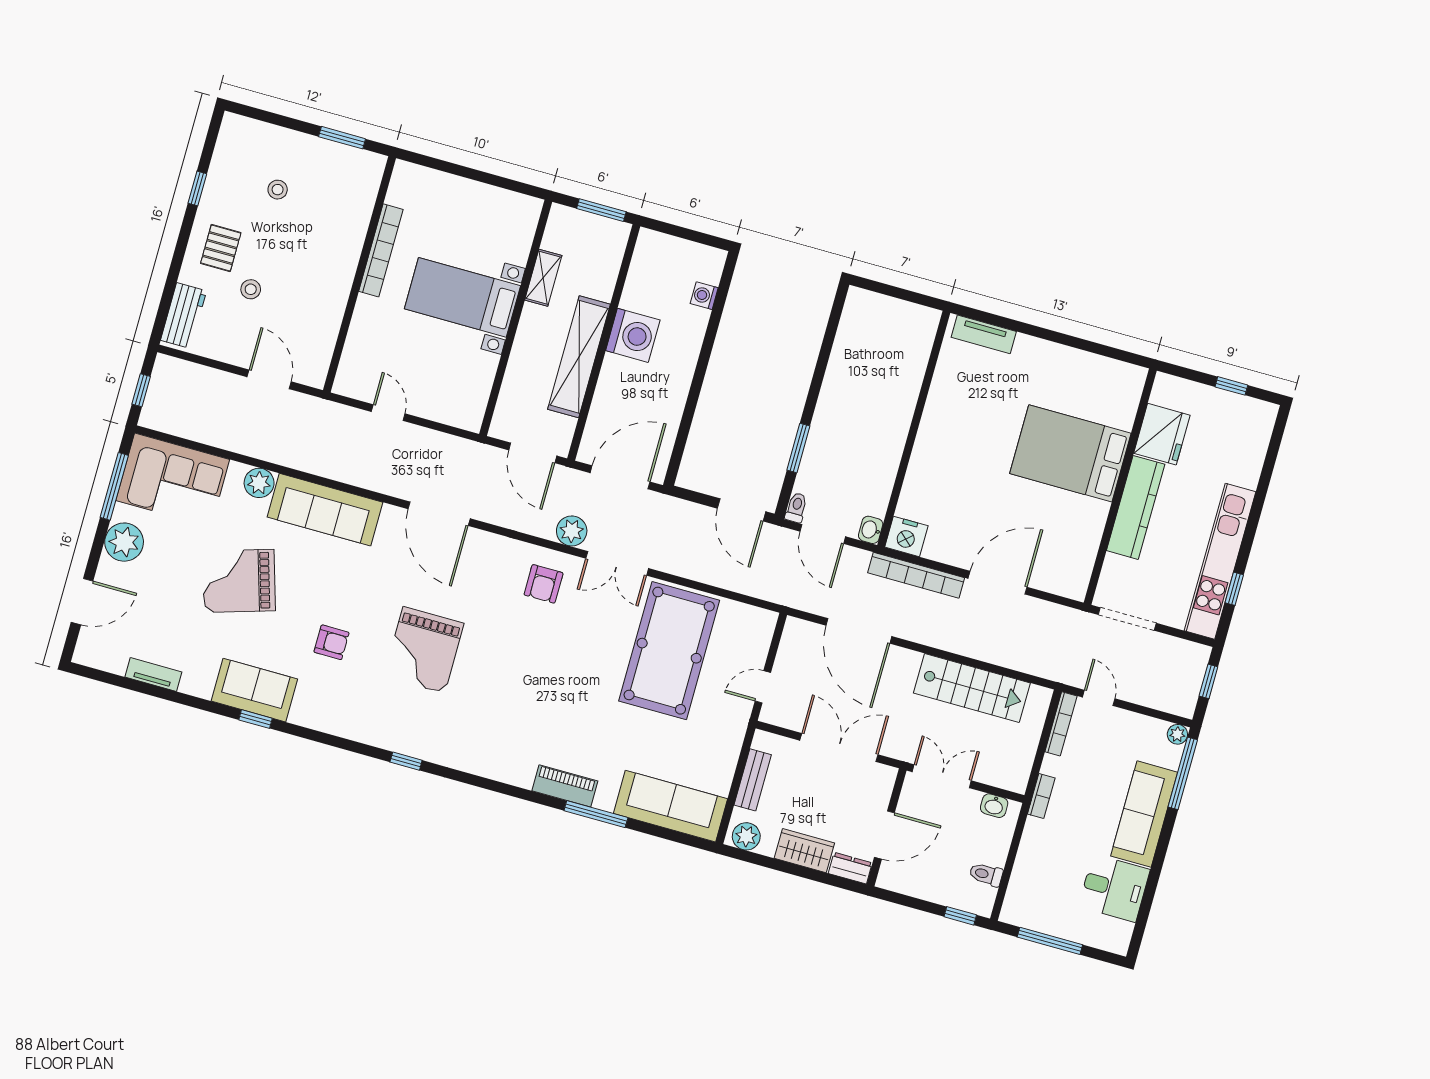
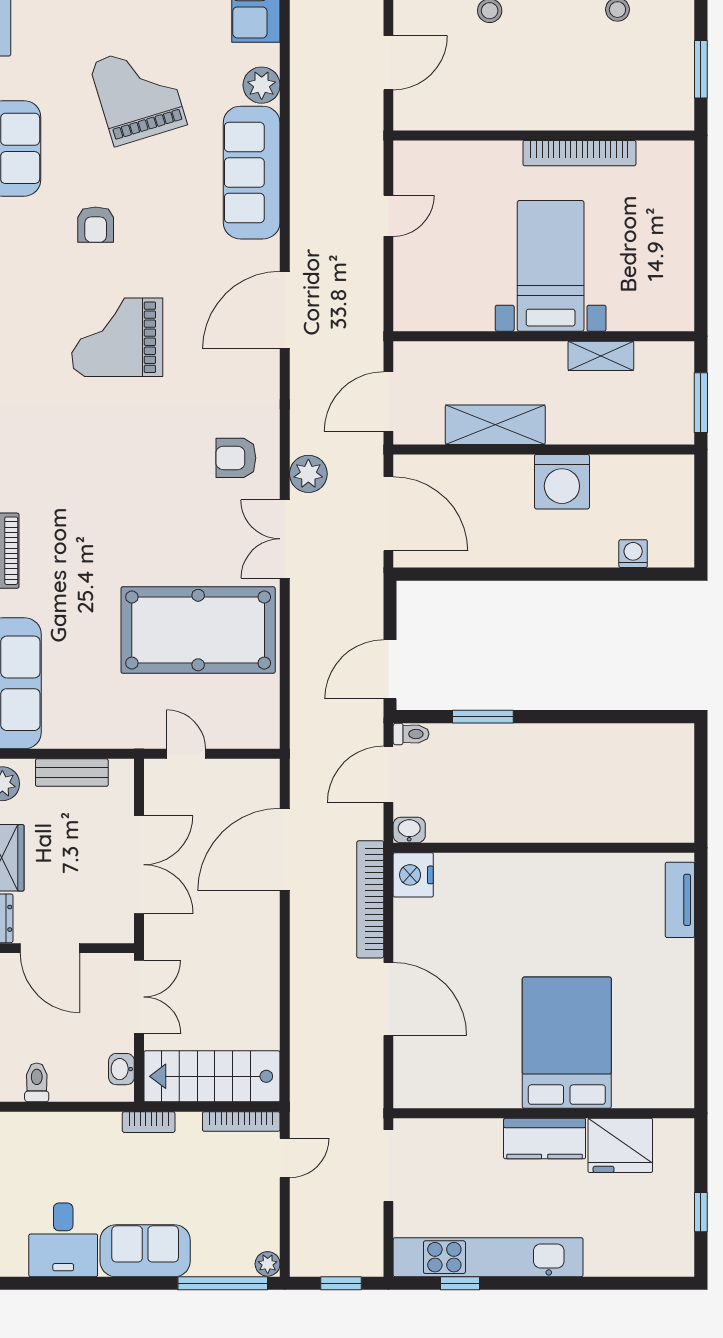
shelving: (579, 357) -> (495, 425), width x0.68
kitchen counter: (1136, 507) -> (545, 1139), width x0.67
stairs: (972, 688) -> (212, 1076), moved, turned 90
sofa: (1144, 814) -> (145, 1251), width x0.73

